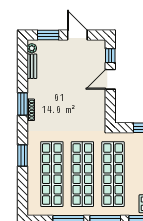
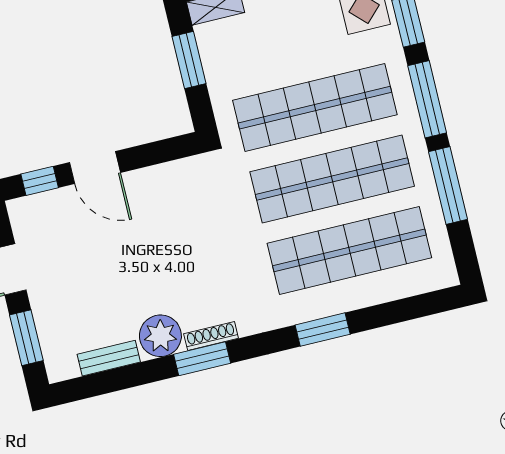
plant: (32, 48) -> (160, 336), moved, width x1.88, depth x1.88

